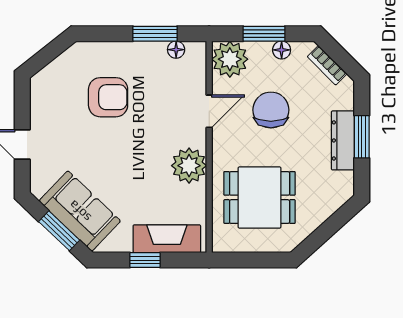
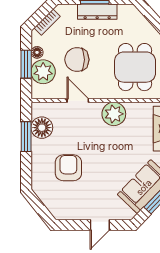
floor lamp: (176, 50) -> (42, 128), width x1.89, depth x1.89
plant: (230, 59) -> (43, 72), moved

